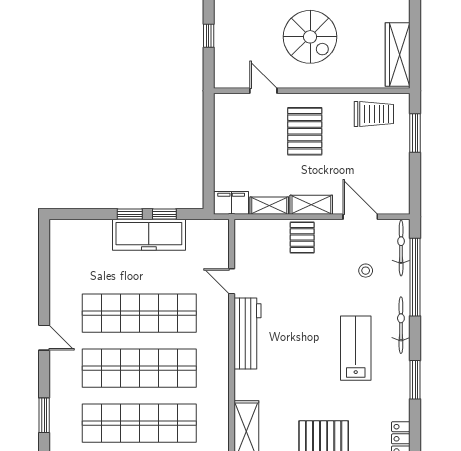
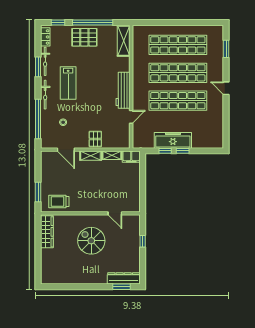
pallet: (305, 131) -> (94, 193), removed
bicycle: (401, 248) -> (45, 61), moved
door: (232, 281) -> (131, 117), hinge flipped

